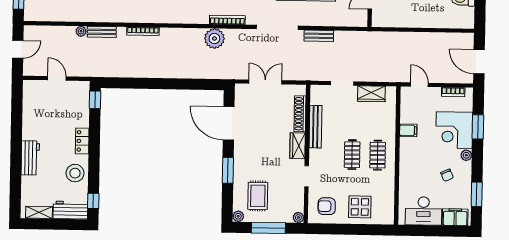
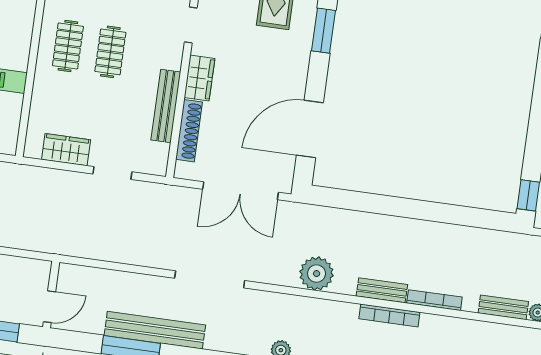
bookcase: (227, 20) -> (389, 315), moved
bench: (319, 36) -> (382, 290), moved
double door: (265, 82) -> (240, 191), width x1.37
door: (229, 123) -> (310, 129), swing flipped
window: (228, 170) -> (324, 31), moved

